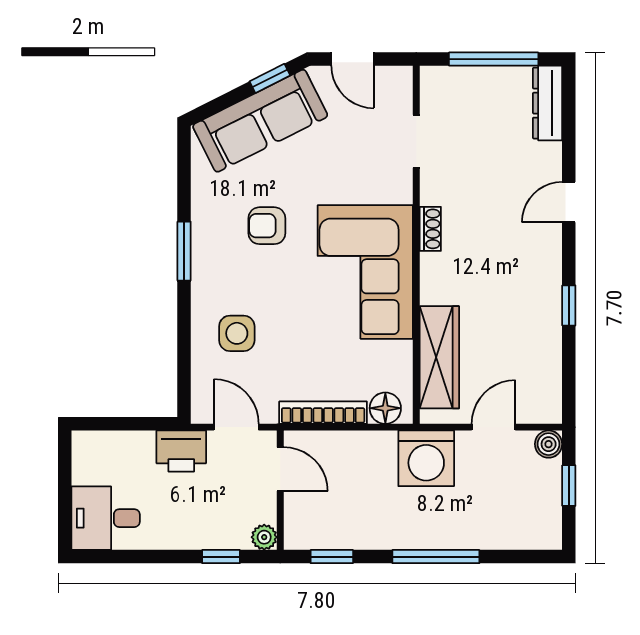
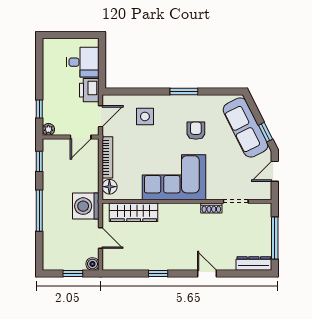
shoe rack: (430, 229) -> (211, 208), moved
desk: (106, 518) -> (83, 62), moved, turned 90

